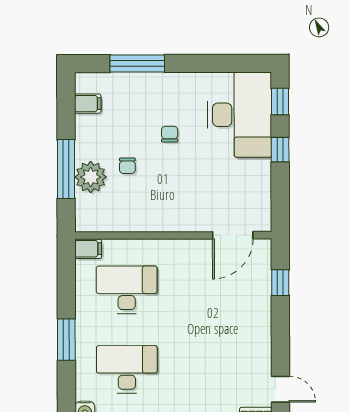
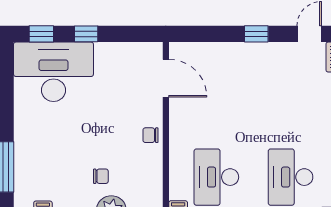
chair: (170, 134) -> (151, 135), moved
window: (280, 283) -> (256, 34), moved

